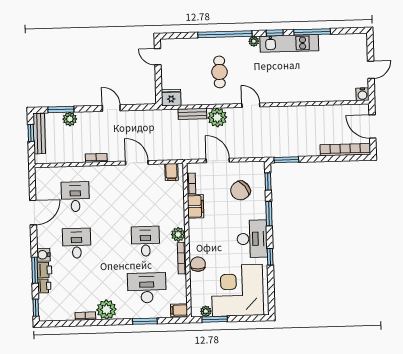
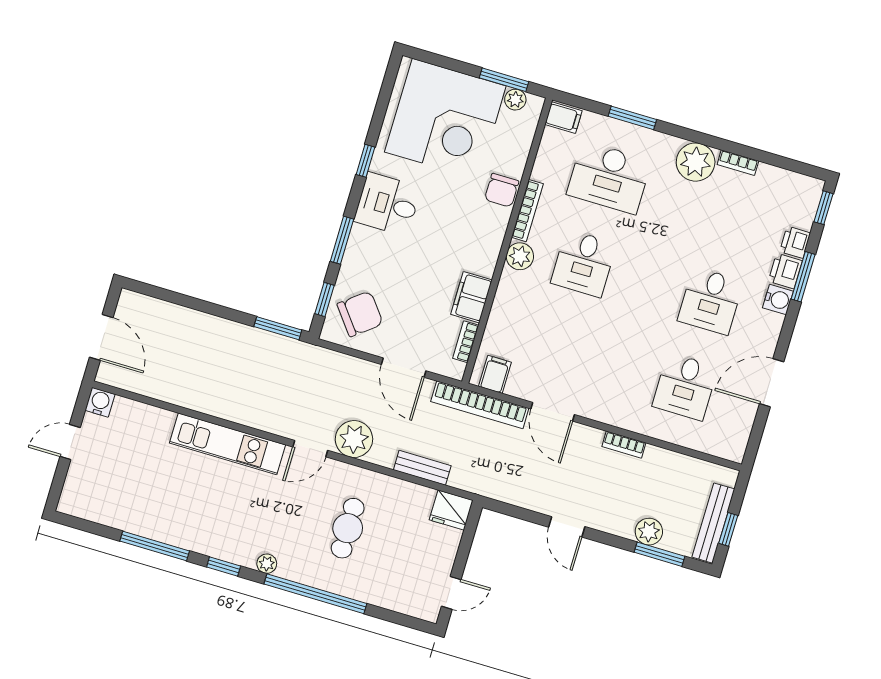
kitchen unit: (289, 43) -> (228, 444), moved, turned 180
door: (158, 57) -> (451, 593), hinge flipped
door: (251, 105) -> (310, 449), hinge flipped
plant: (217, 117) -> (354, 439), moved
bookcase: (345, 150) -> (480, 405), moved
chair: (240, 191) -> (360, 314), moved
desk: (252, 239) -> (388, 204), width x0.73

